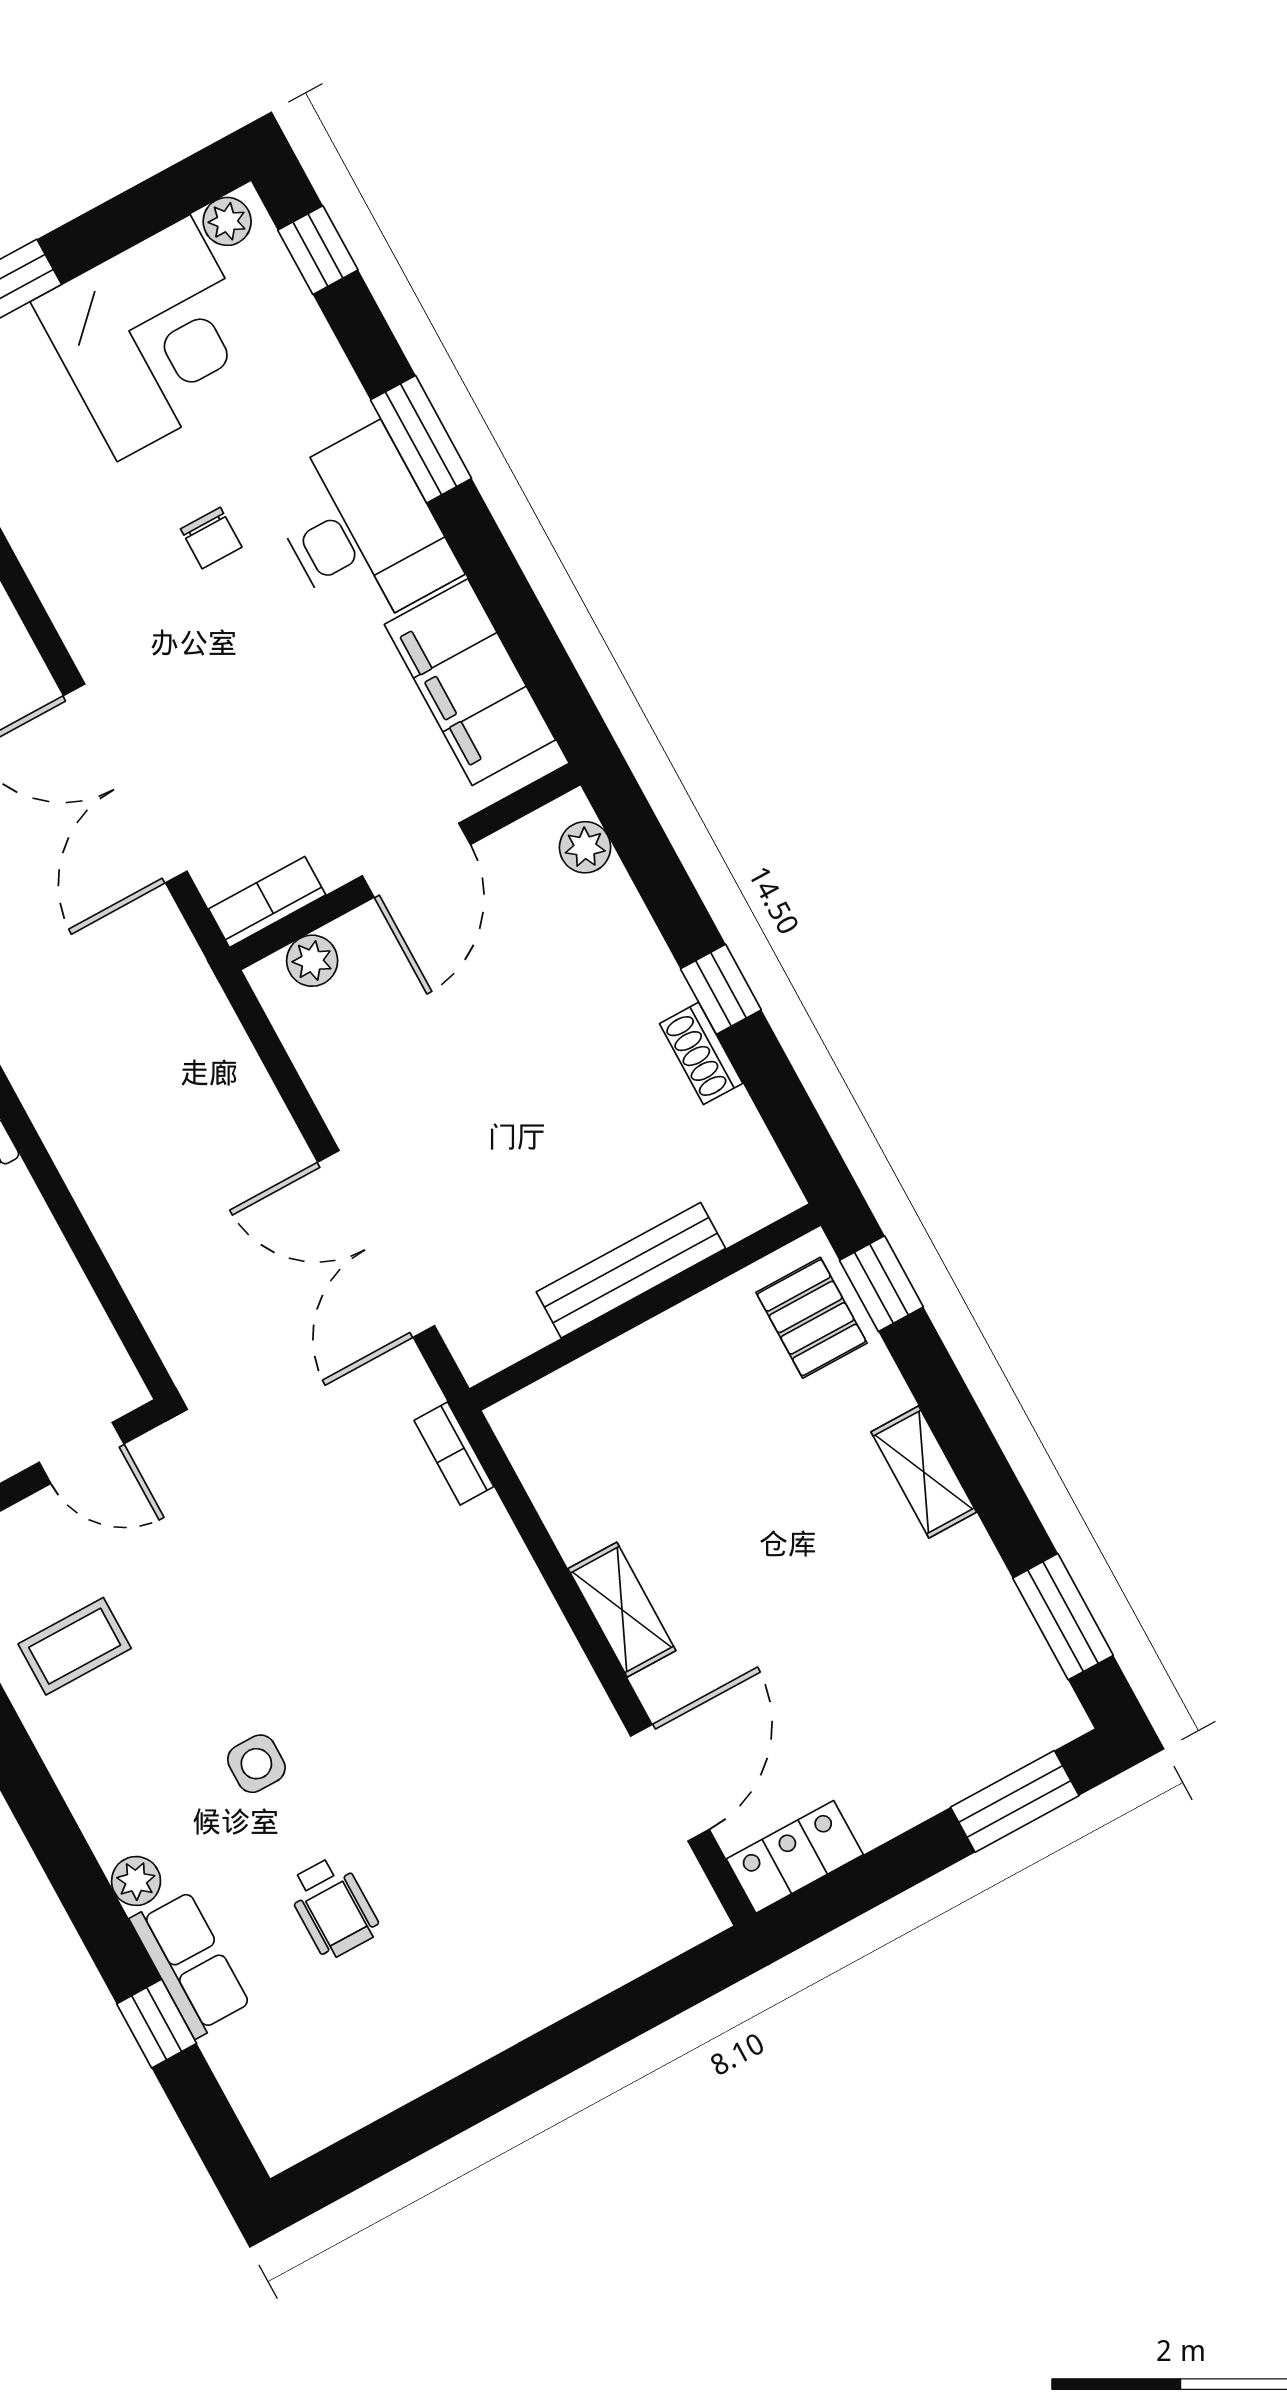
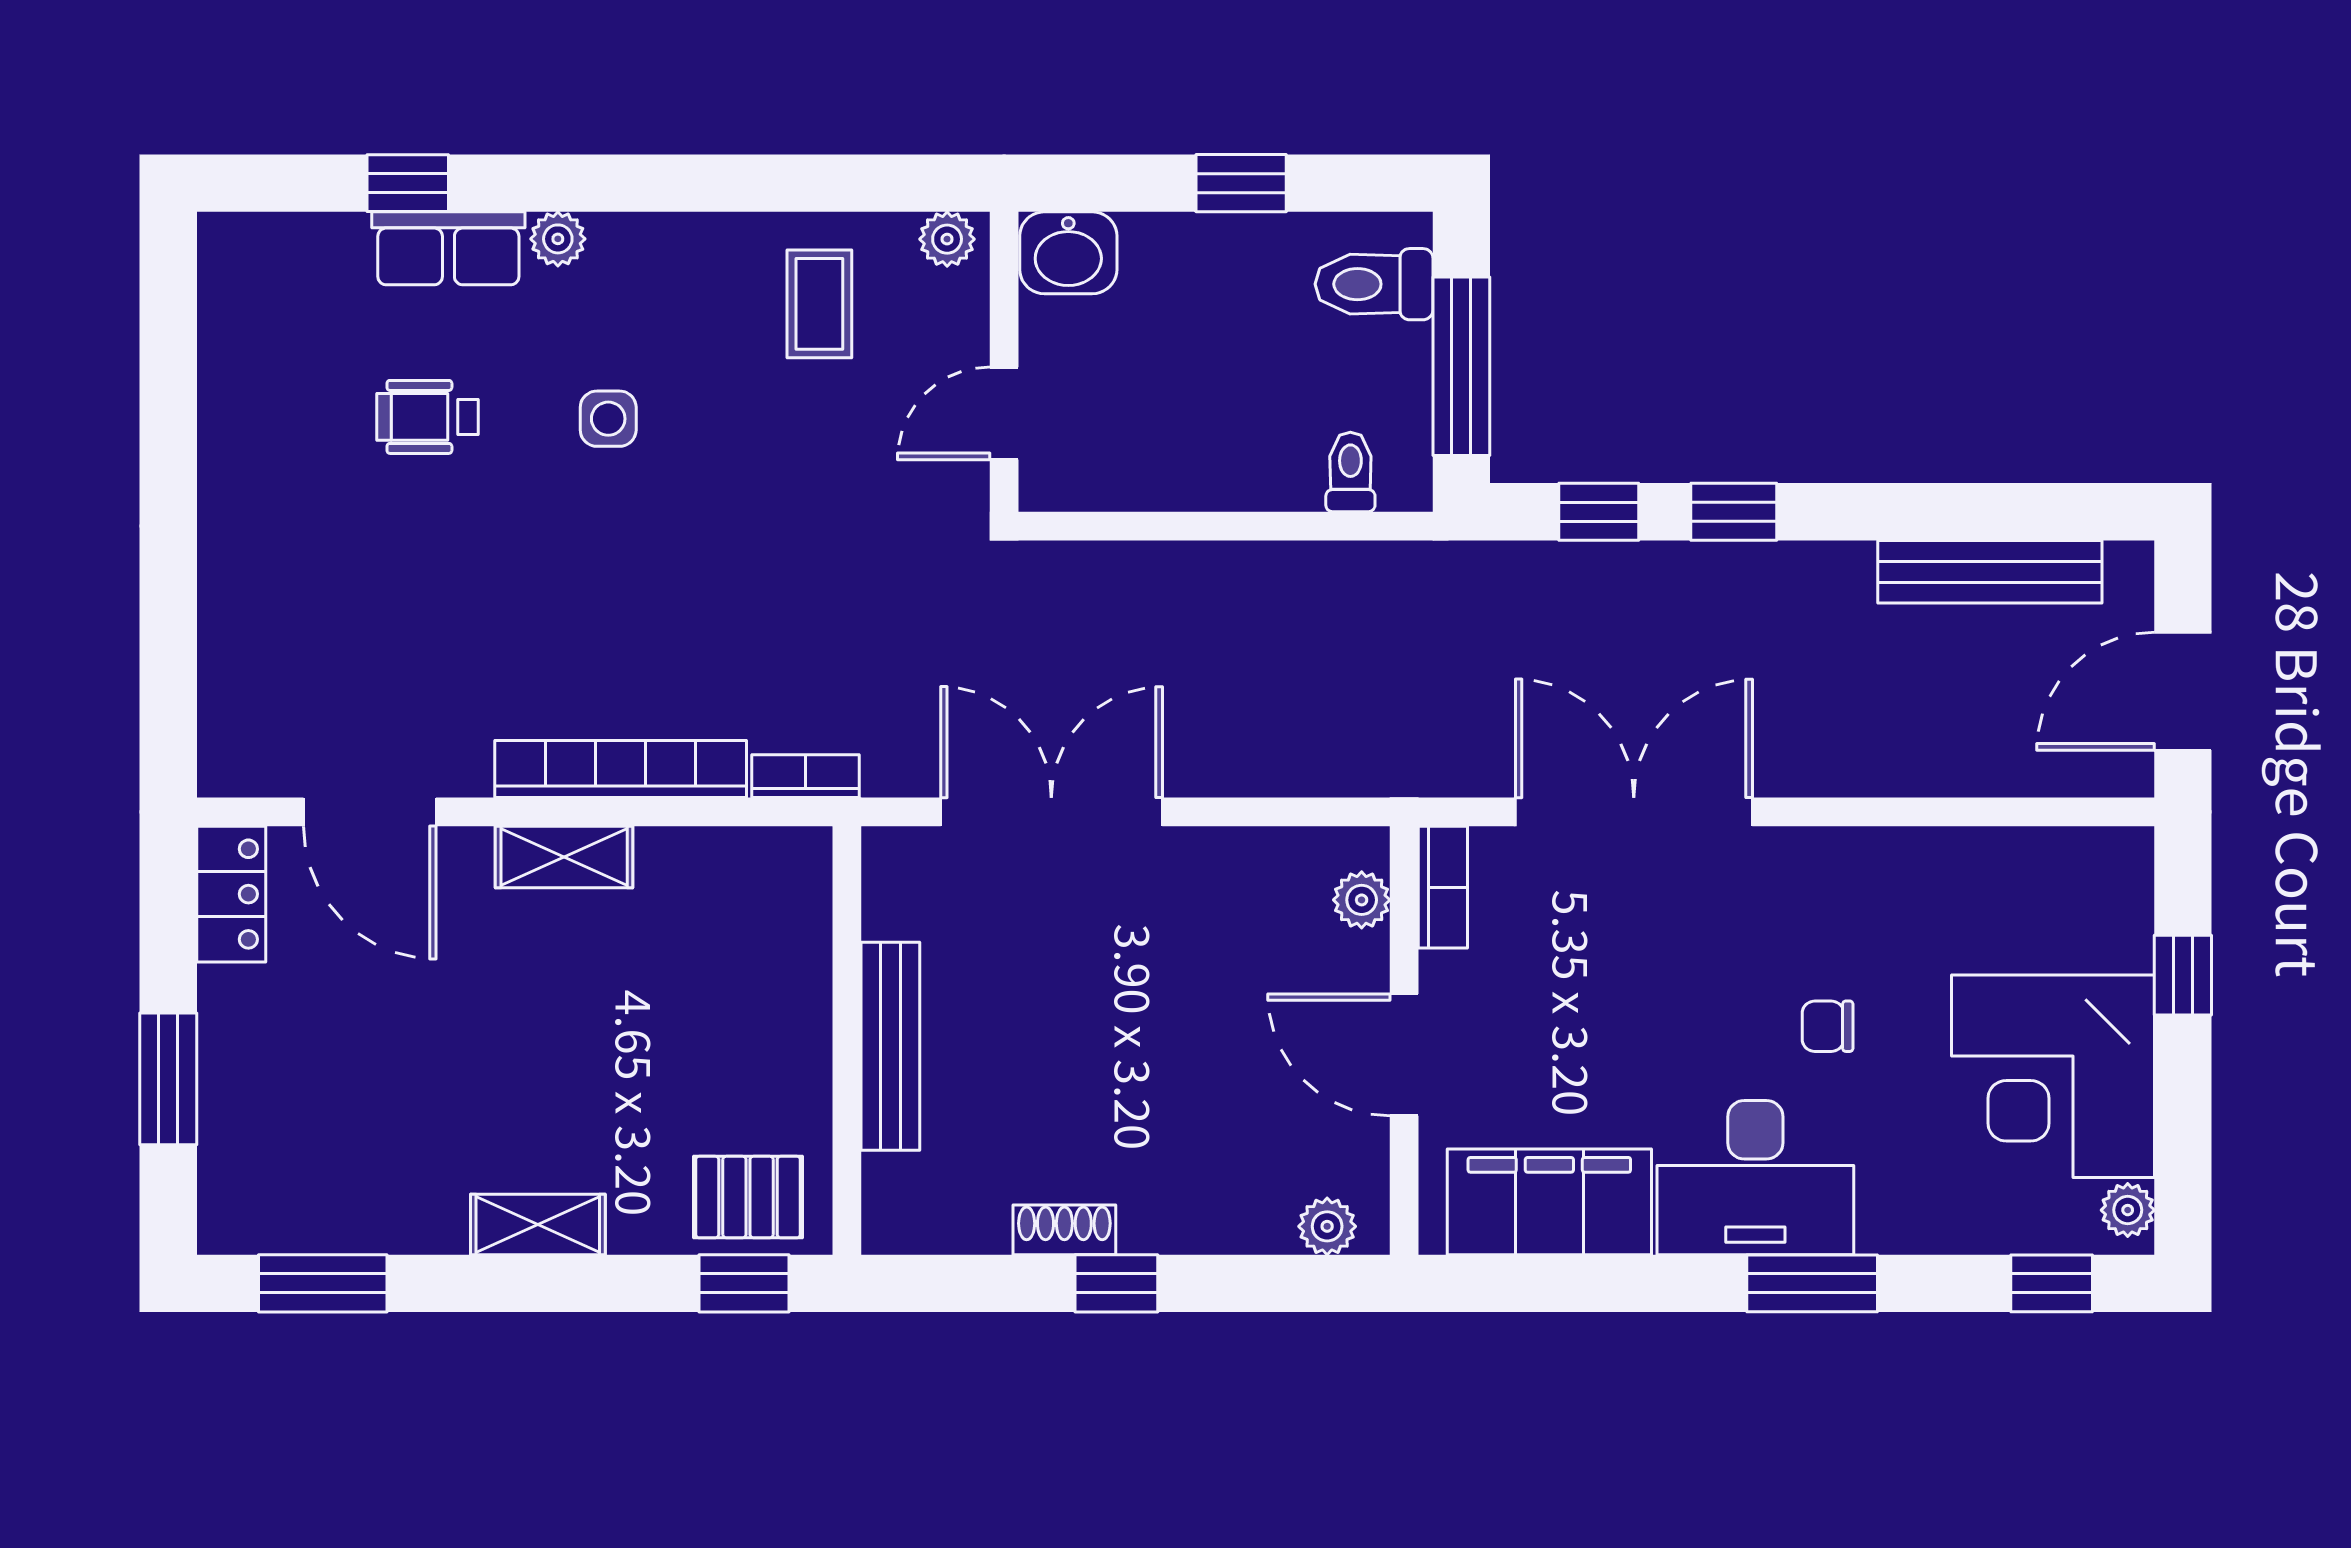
bookcase: (528, 1603) -> (621, 769), added
window: (1015, 1801) -> (168, 1079), moved

